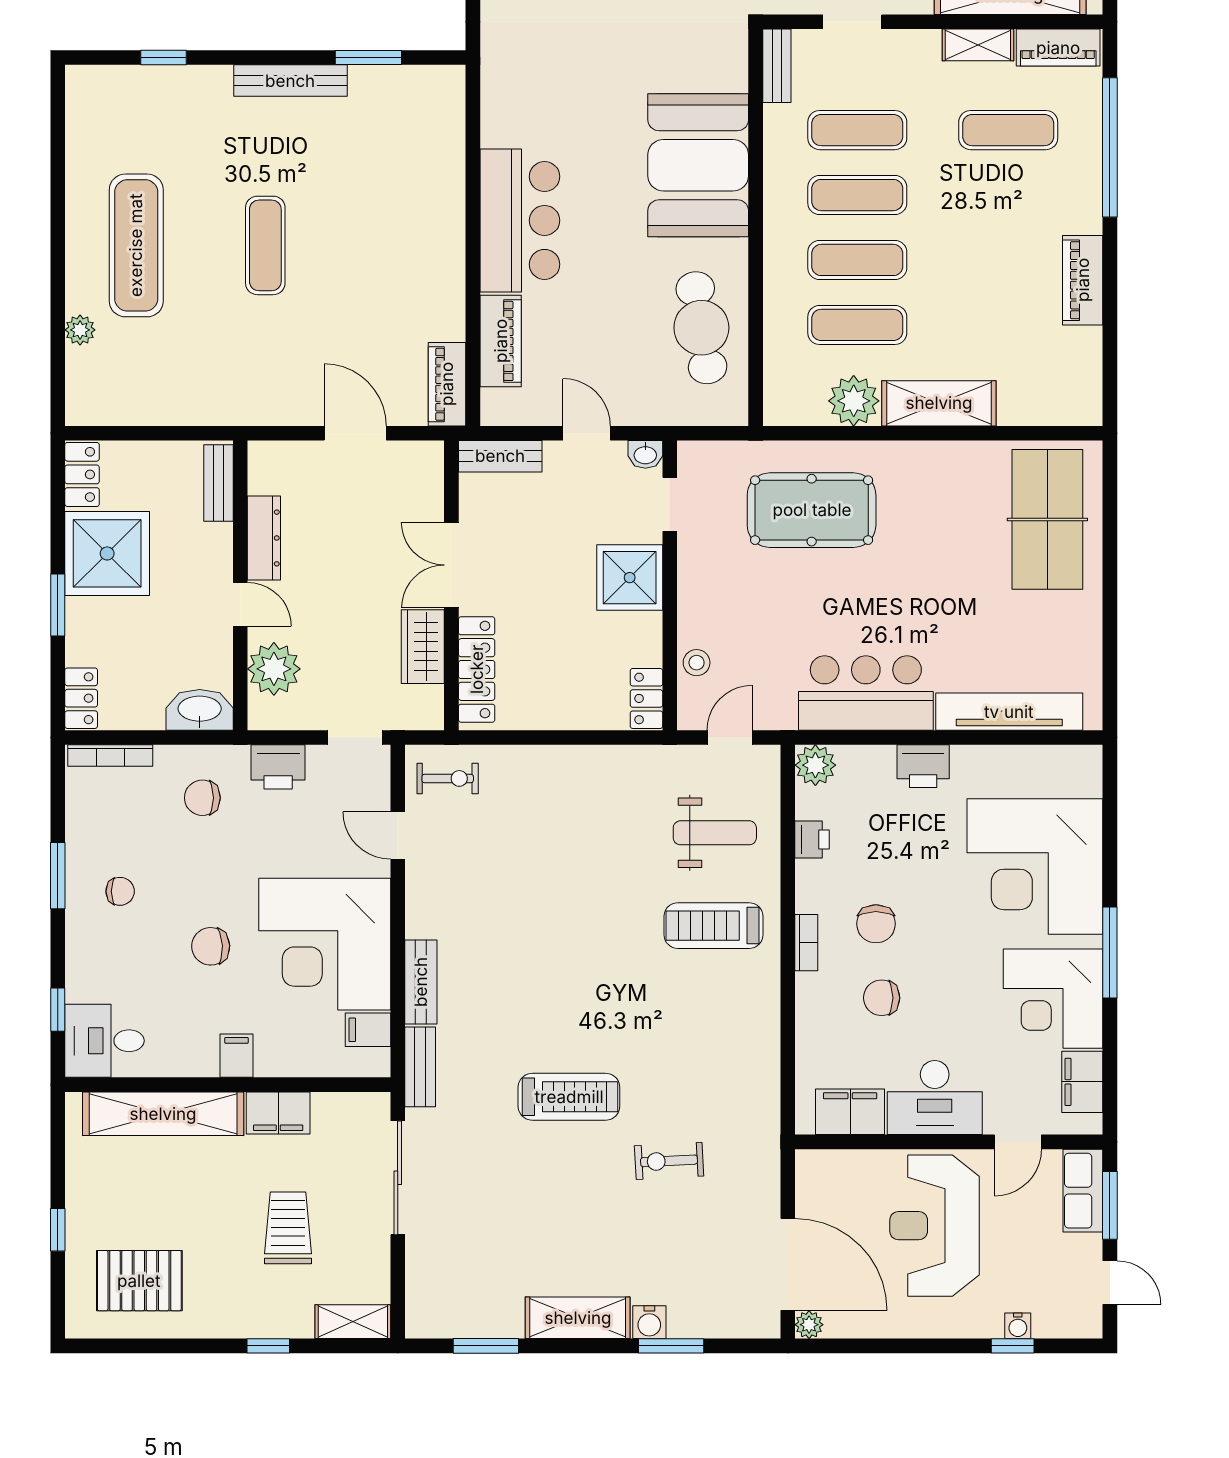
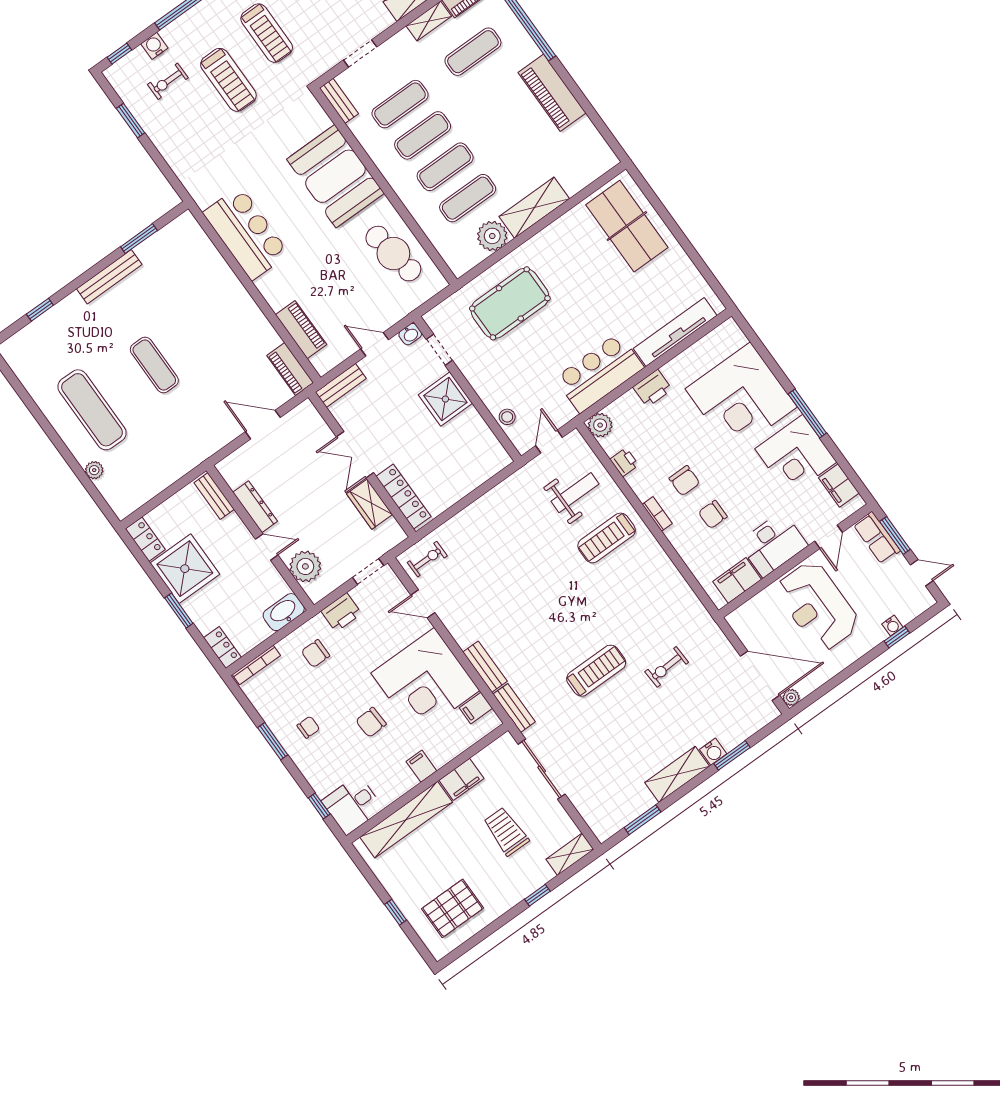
bar counter: (520, 220) -> (246, 233), moved
piano: (1083, 280) -> (552, 93), width x1.37, depth x1.33
locker: (646, 698) -> (495, 452), removed

